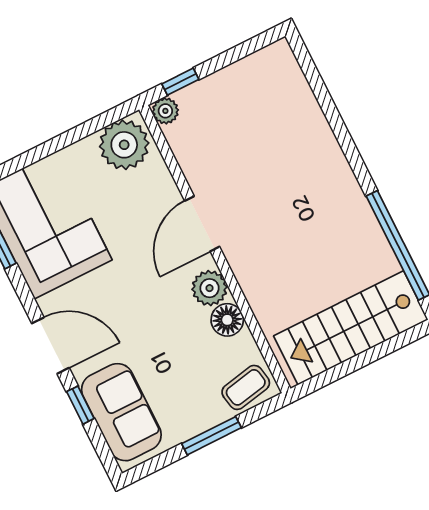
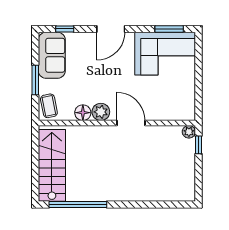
plant: (124, 145) -> (183, 106), removed
window: (80, 405) -> (65, 29), moved
sofa: (121, 412) -> (52, 55), moved, turned -90

